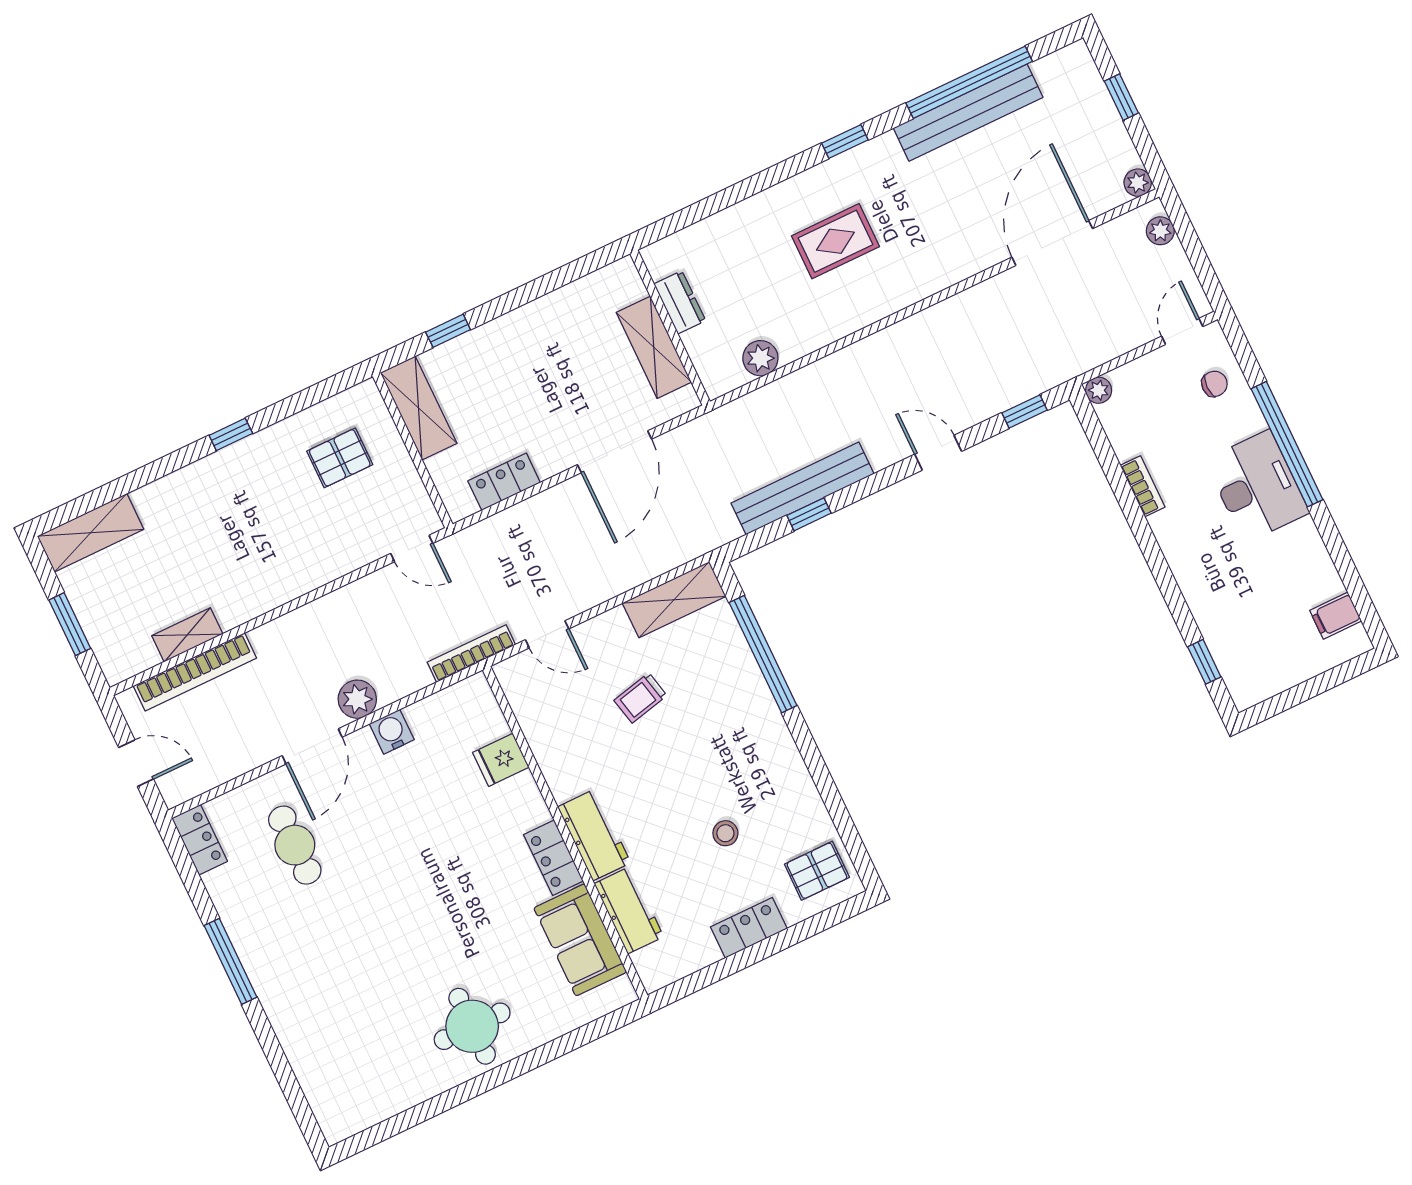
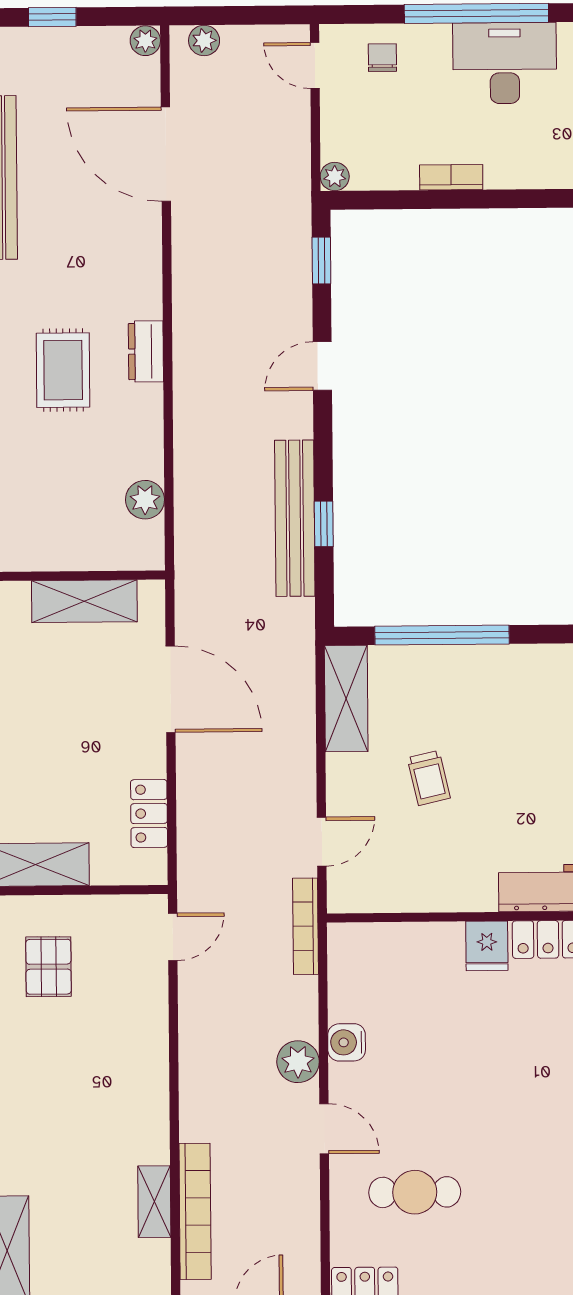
dresser: (680, 302) -> (146, 351), moved, turned -90
door: (312, 746) -> (324, 1129), width x0.73
fridge: (501, 760) -> (487, 946), moved

